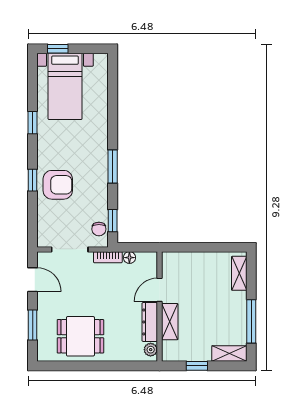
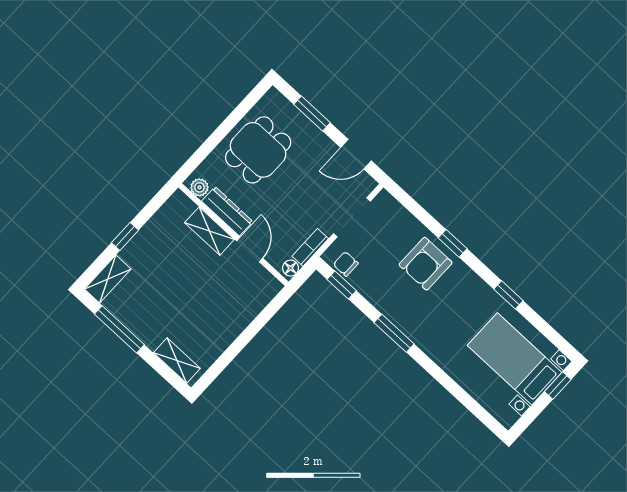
door: (160, 290) -> (250, 250), moved
wall: (160, 307) -> (233, 235), moved
dresser: (150, 322) -> (227, 211), moved
shelving: (170, 322) -> (209, 231), moved
plant: (151, 350) -> (199, 187), moved

